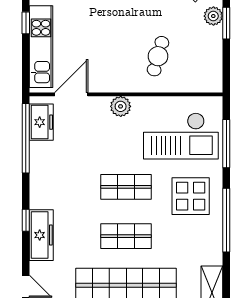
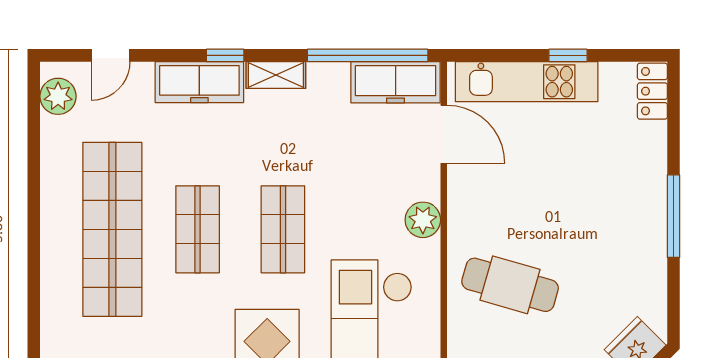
cafe table: (158, 56) -> (510, 285), width x1.37, depth x1.35
freezer: (41, 122) -> (396, 82), width x1.40
shelving: (37, 191) -> (276, 75), added

